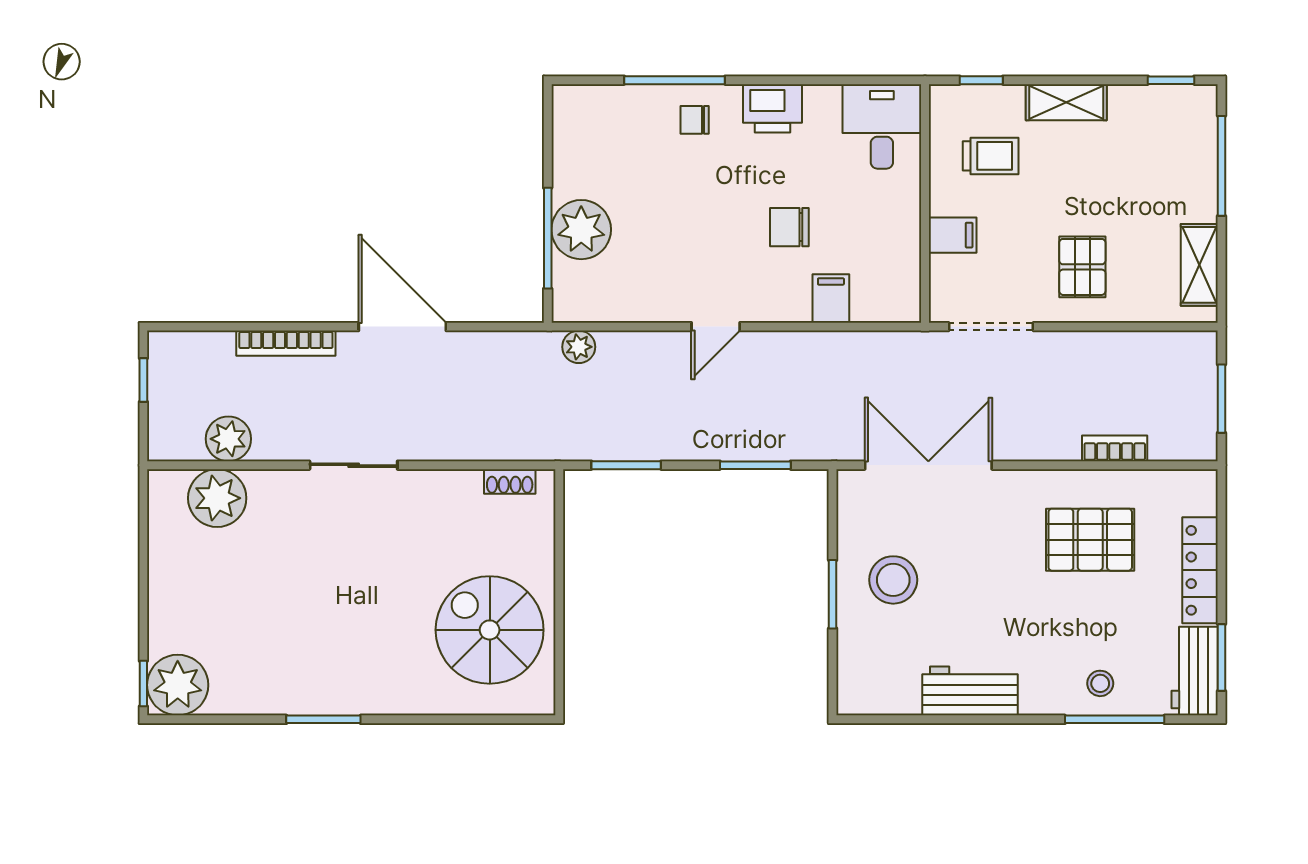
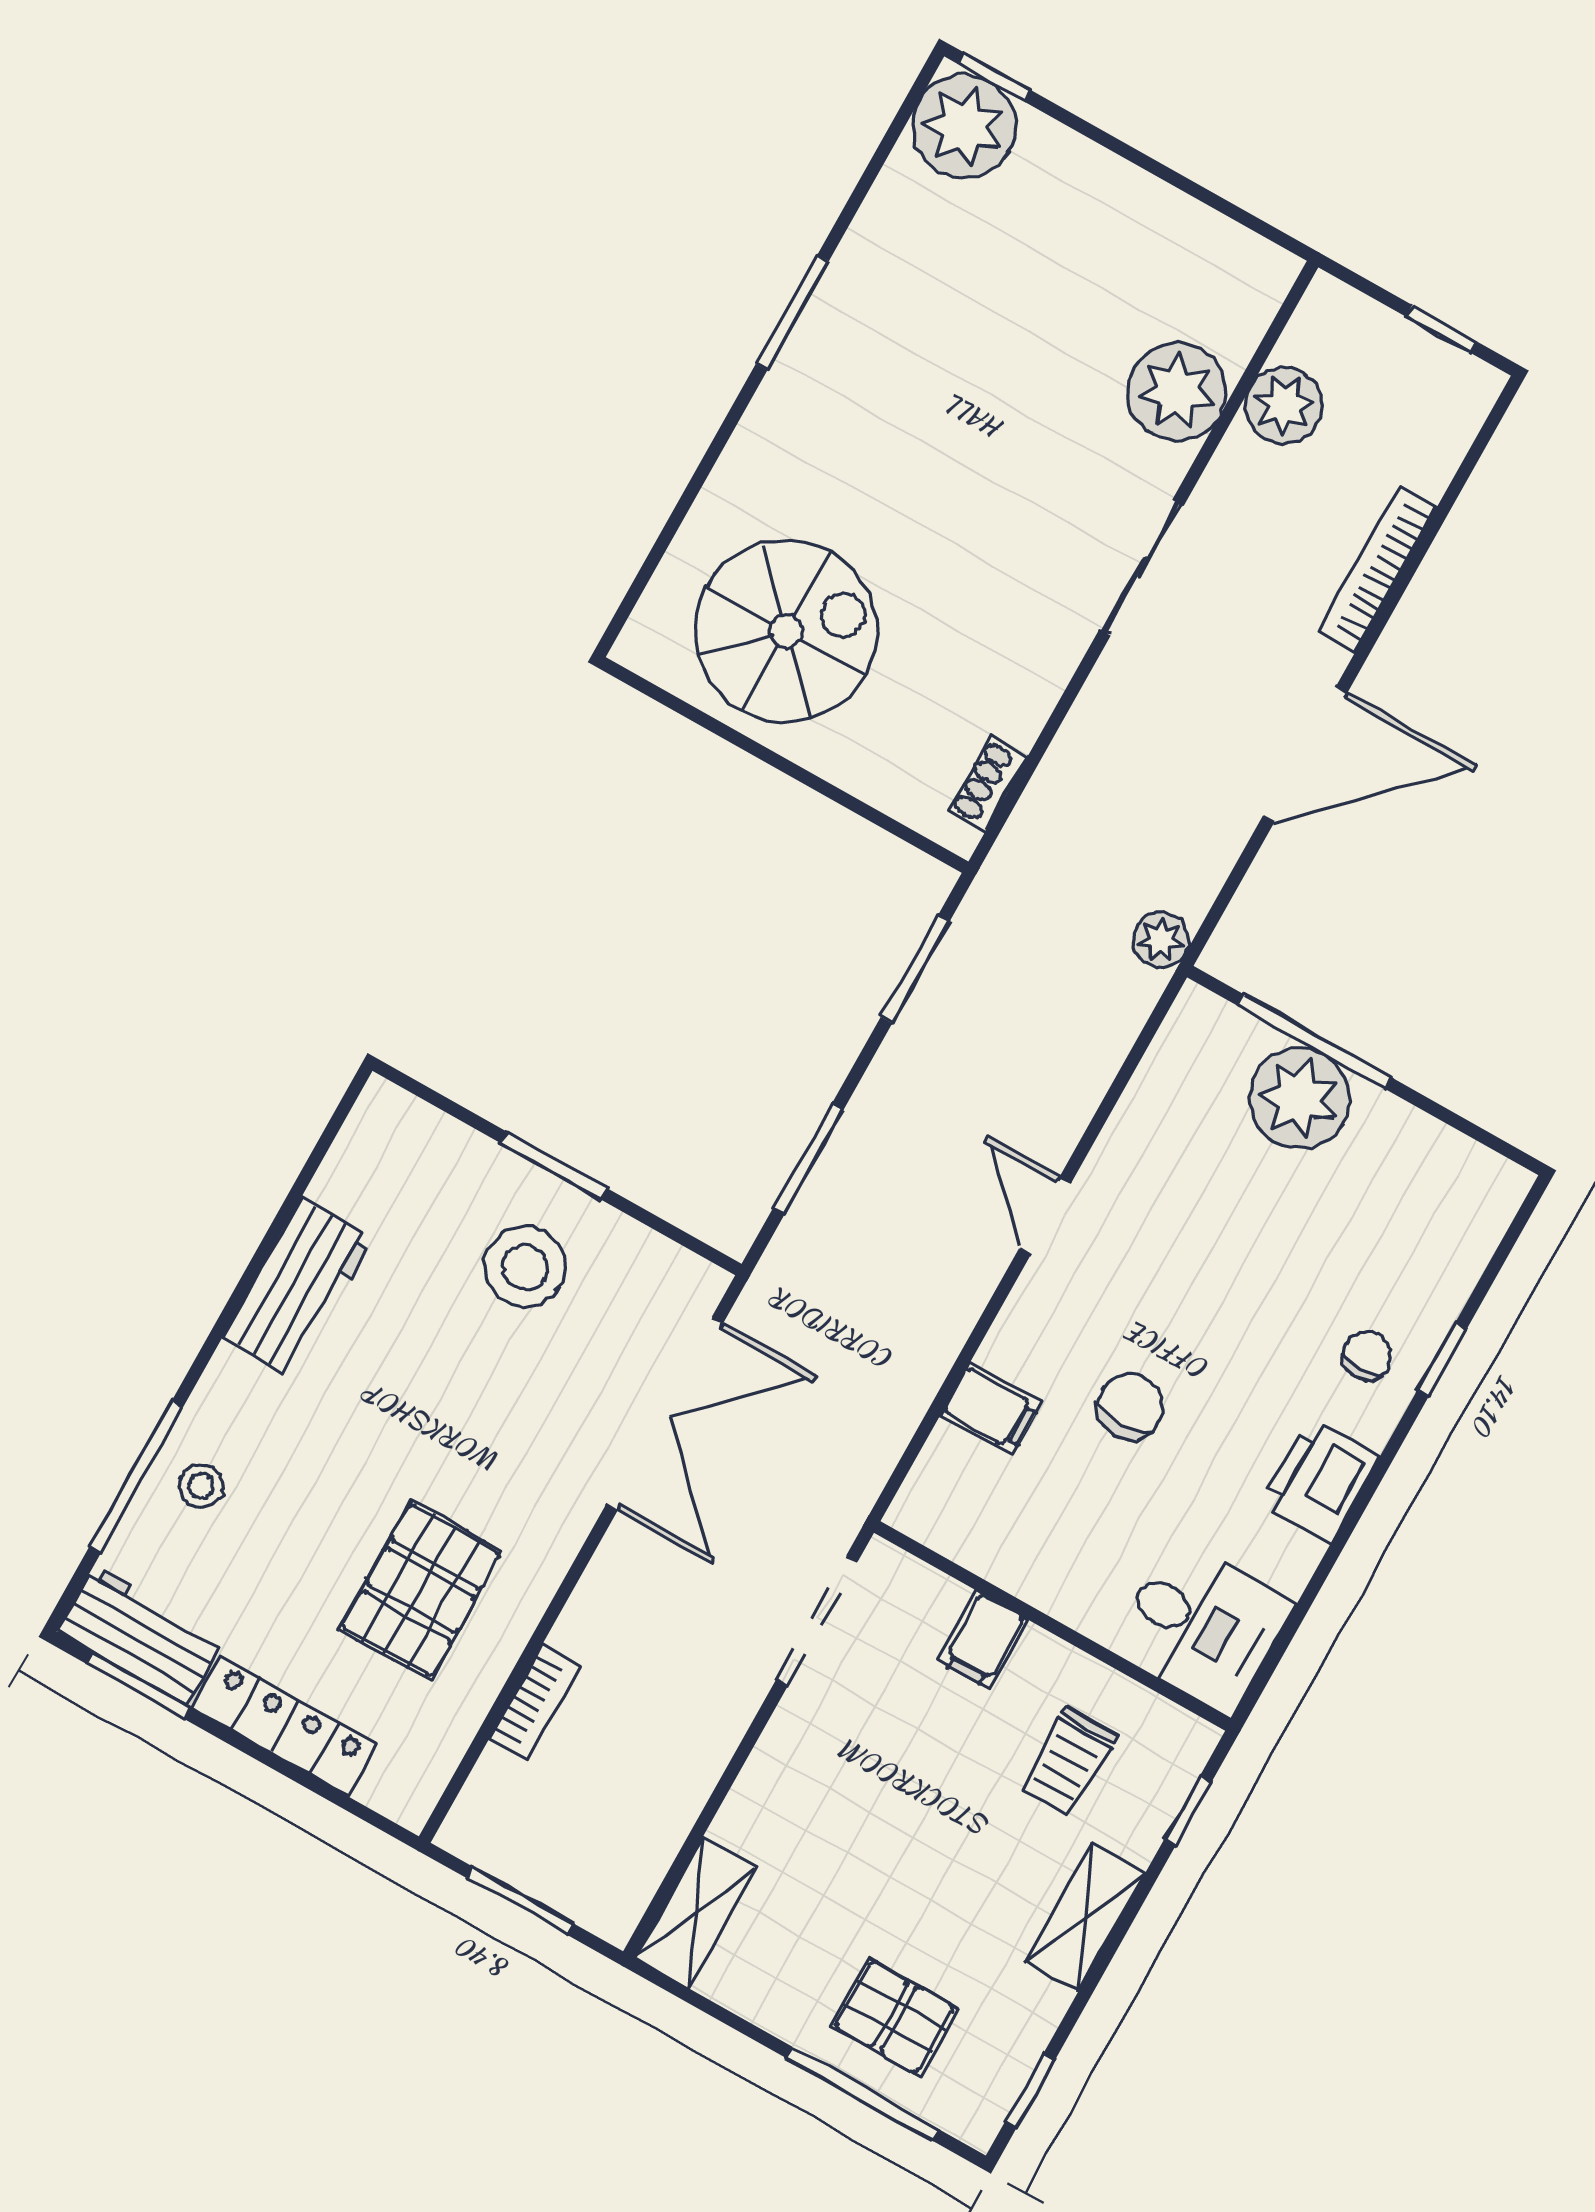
window: (675, 80) -> (1442, 1360), width x0.46
shelving: (1199, 265) -> (696, 1913), moved, turned 90
pallet: (1082, 267) -> (894, 2017), moved
plant: (579, 347) -> (1161, 940), moved
plant: (217, 498) -> (1177, 392), moved

